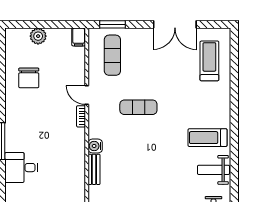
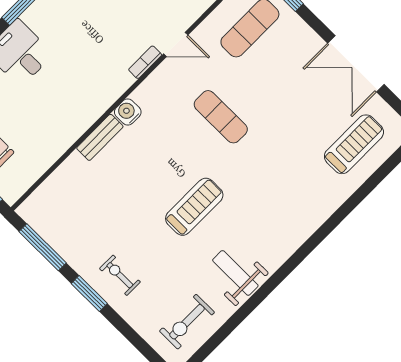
door: (87, 95) -> (176, 44), swing flipped
treadmill: (207, 138) -> (194, 207), moved, turned 90

